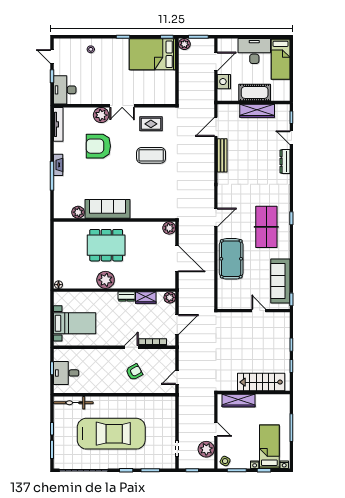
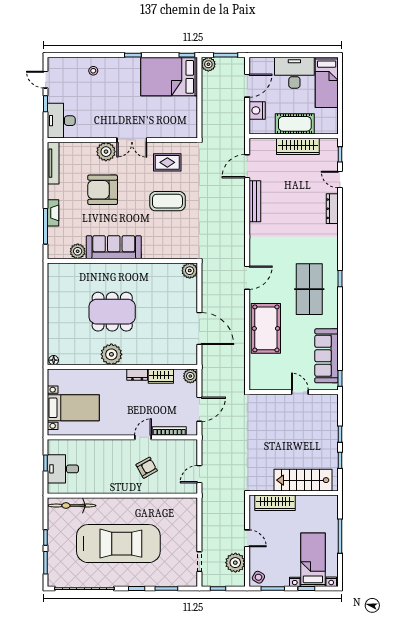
sofa: (107, 209) -> (114, 247), moved
plant: (78, 212) -> (78, 251), moved
wall: (115, 220) -> (122, 261), moved
plant: (169, 228) -> (190, 271), moved

